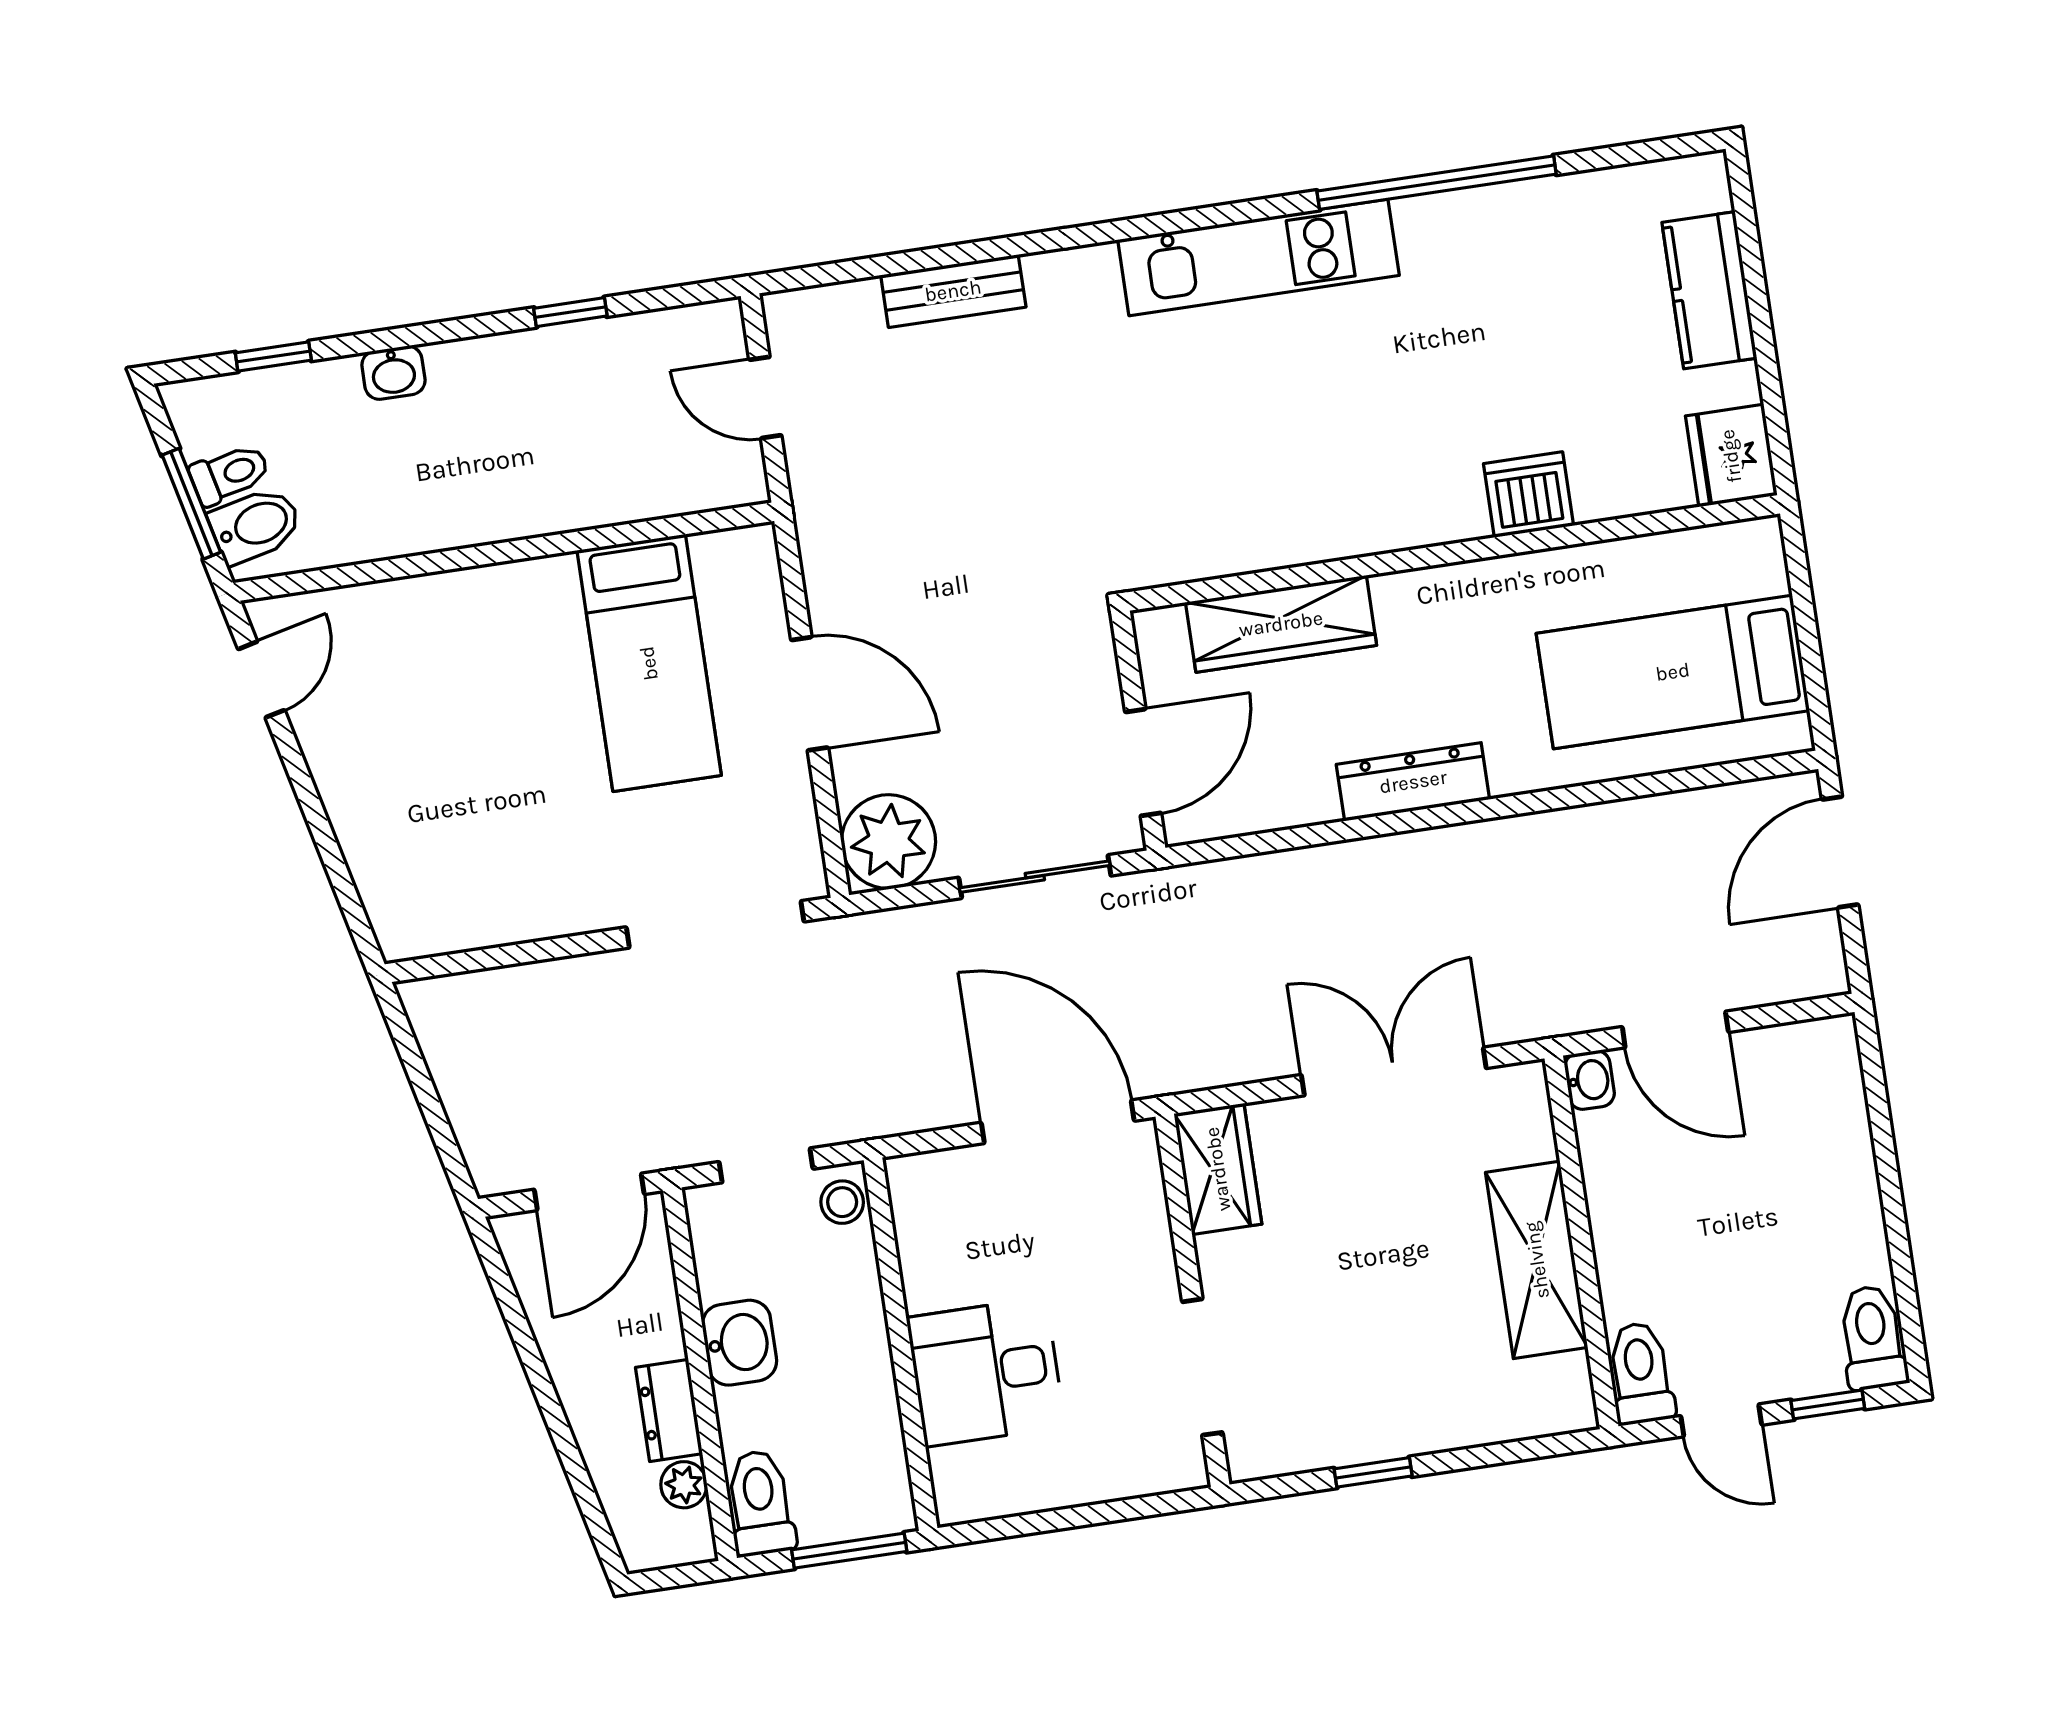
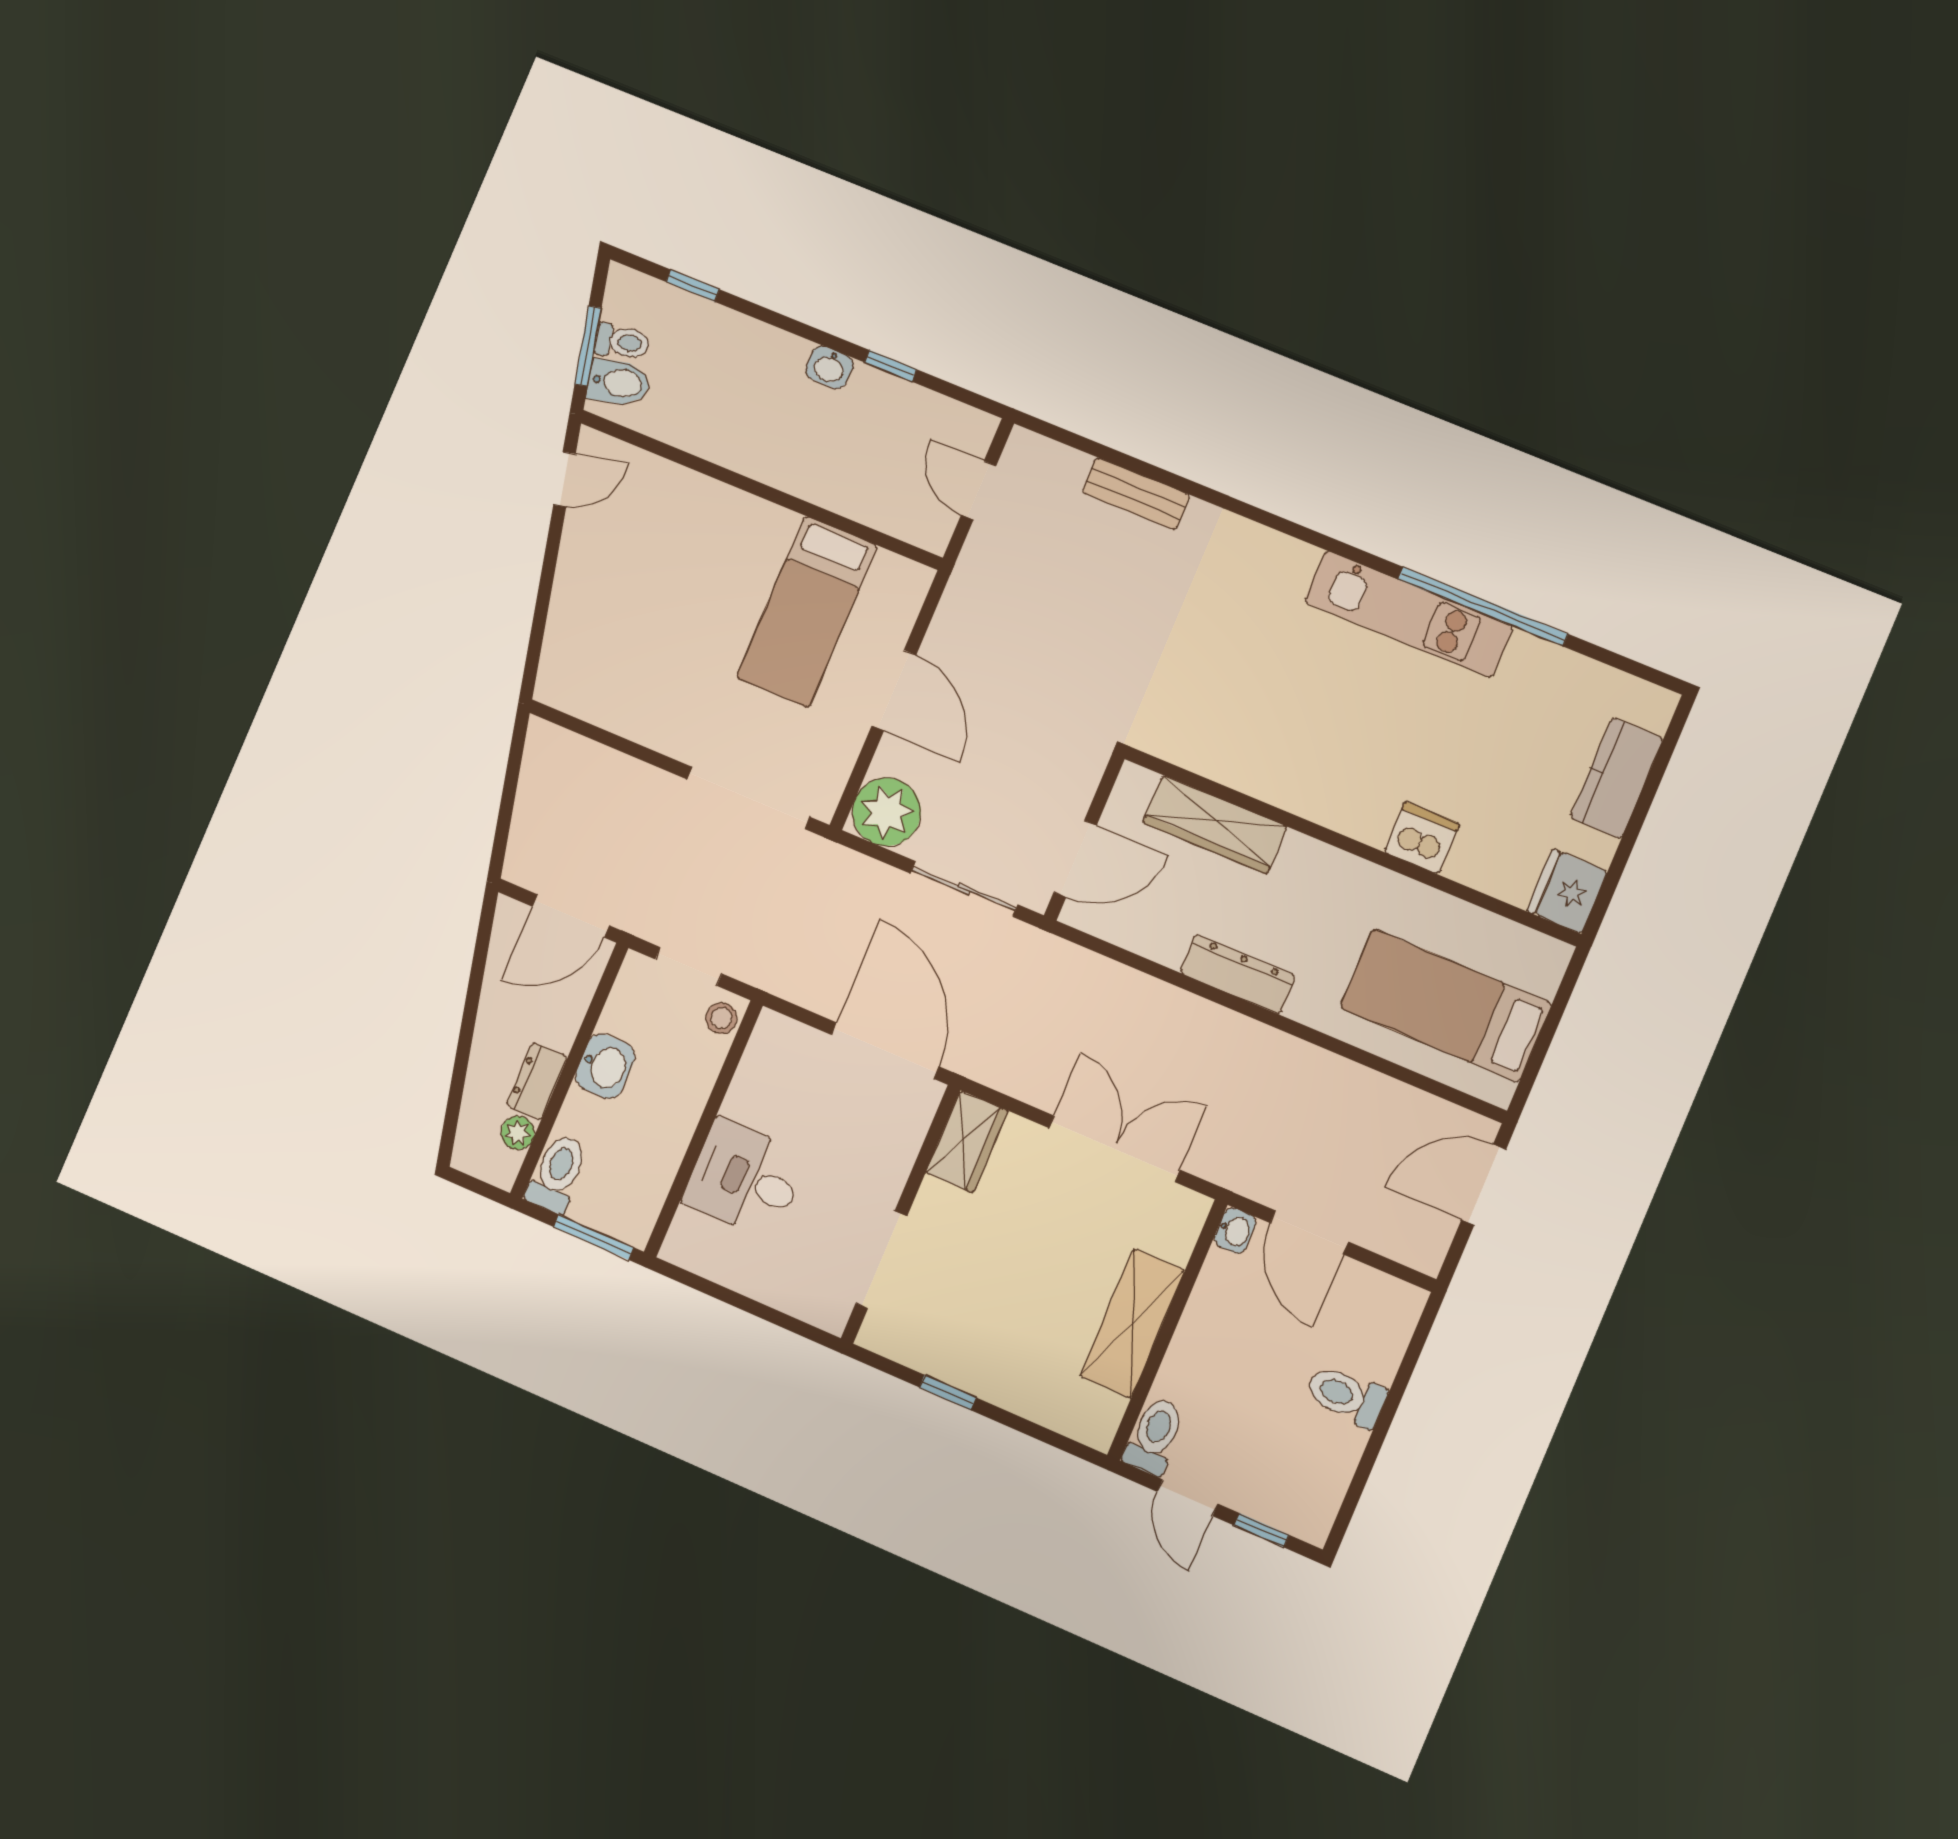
kitchen unit: (1258, 258) -> (1408, 614), moved
washbasin: (393, 373) -> (829, 367), moved
toilet: (1872, 1337) -> (1346, 1396), moved, turned -90

